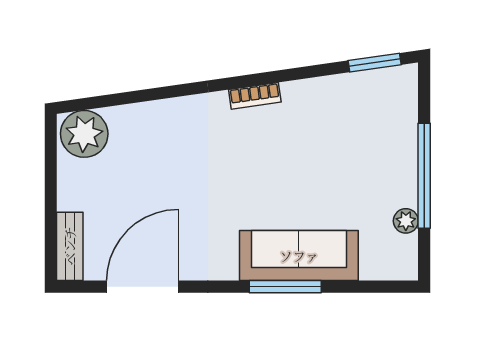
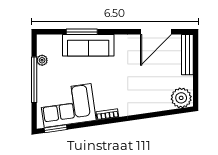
corner sofa: (347, 116) -> (68, 105), added
bench: (70, 246) -> (187, 55), width x1.36
window: (285, 287) -> (82, 32), moved

